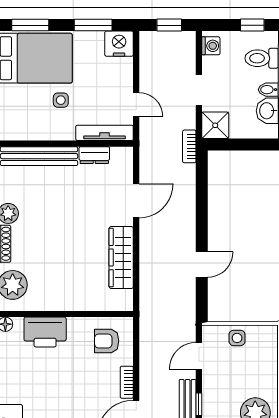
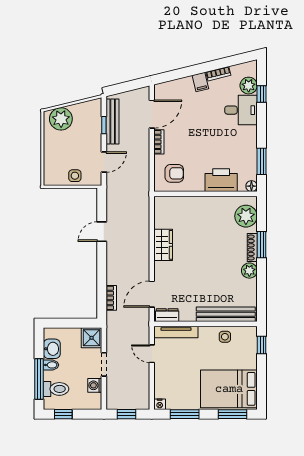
nightstand: (119, 44) -> (160, 404), width x0.53, depth x0.56
washing machine: (211, 46) -> (95, 385), moved
side table: (61, 100) -> (225, 337), moved
bookcase: (189, 146) -> (111, 298), moved
dresser: (94, 155) -> (167, 315), moved
door: (136, 201) -> (152, 294), moved
wardrobe: (121, 258) -> (163, 245), width x0.67

